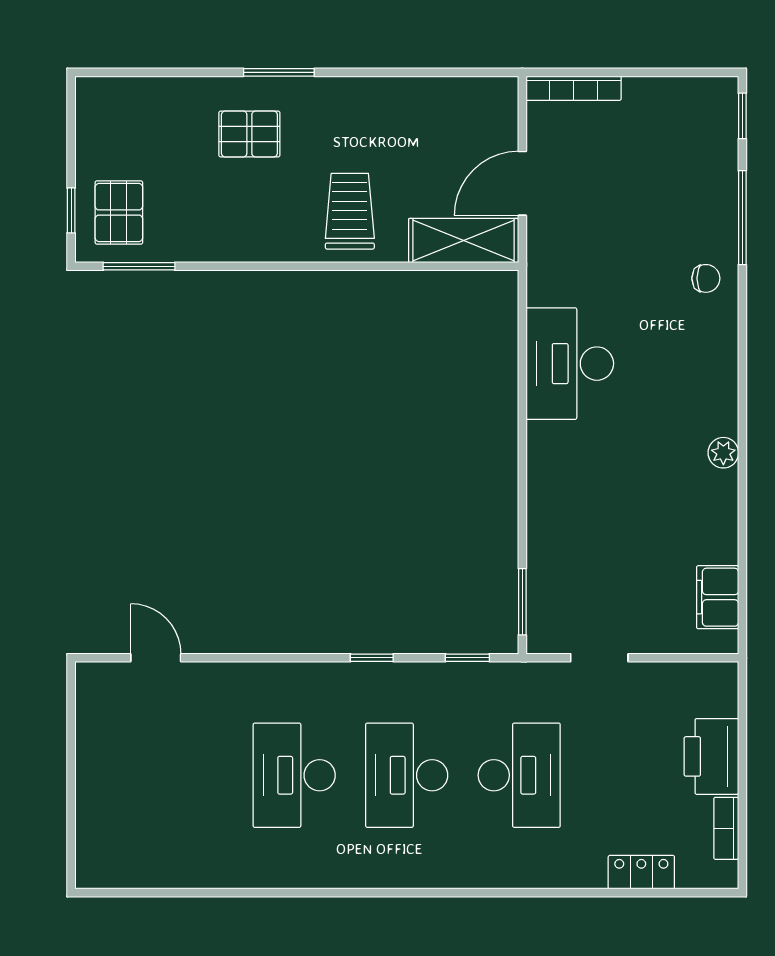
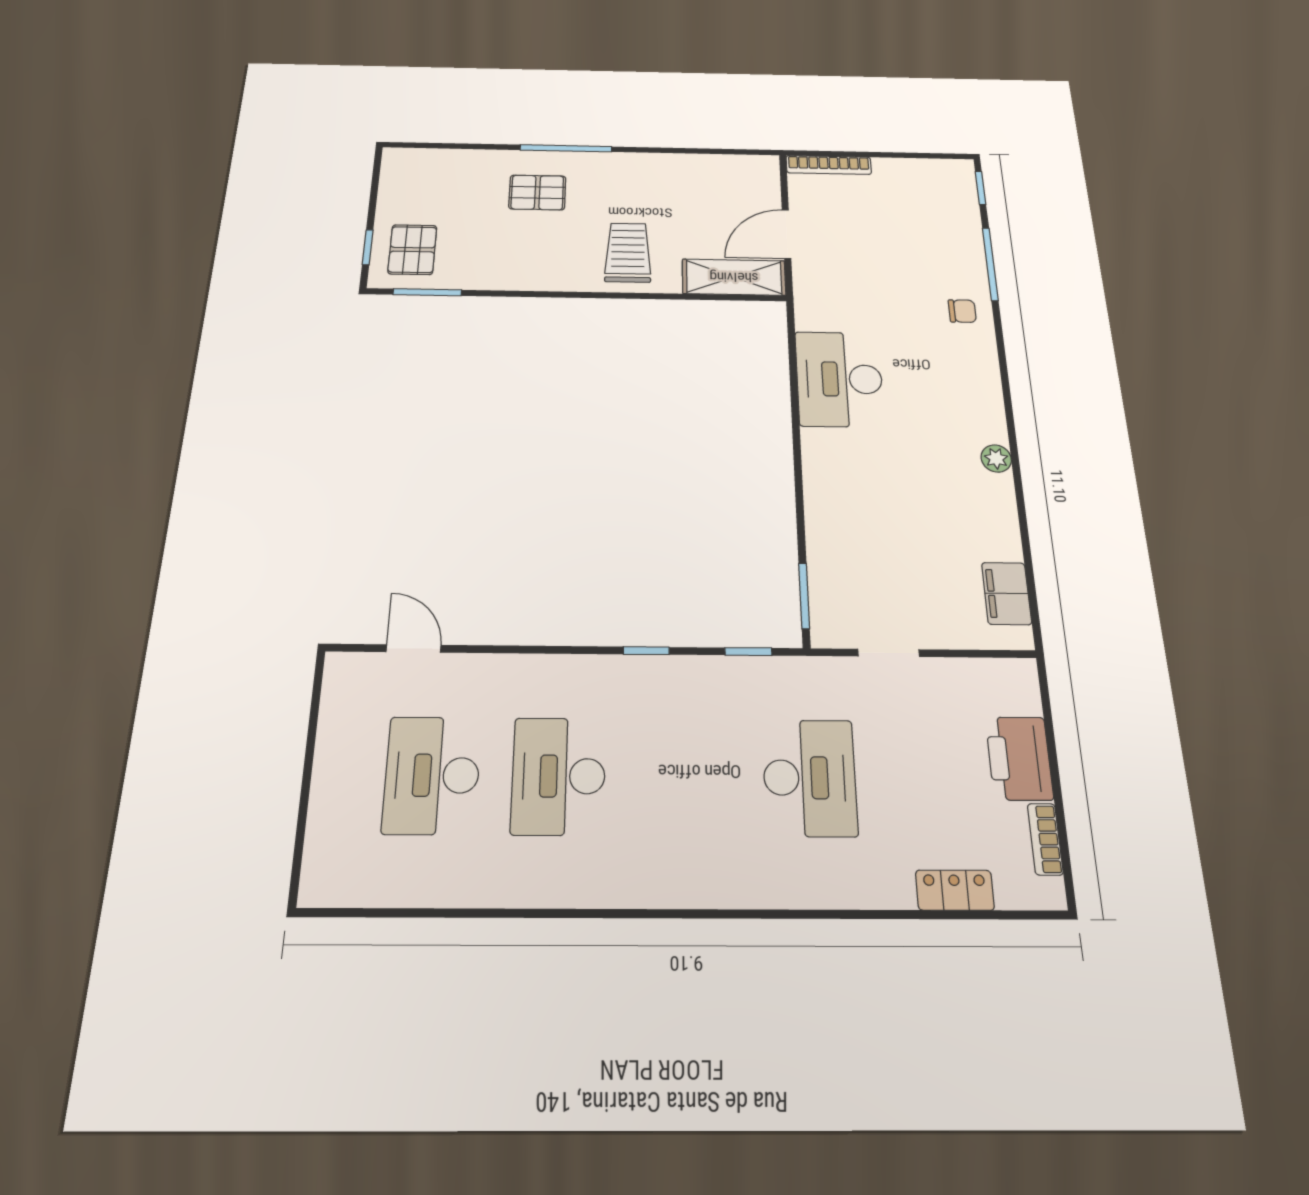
window: (279, 72) -> (566, 148), width x1.44
desk: (407, 775) -> (432, 775), moved

